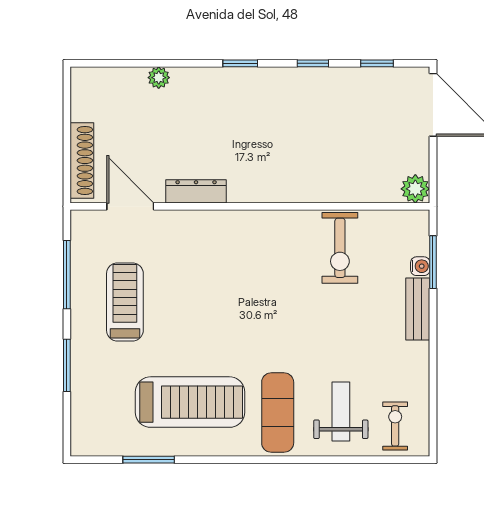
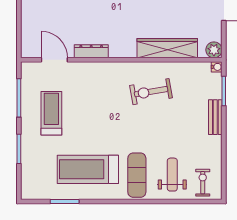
shoe rack: (82, 160) -> (27, 34), removed
wardrobe: (332, 186) -> (167, 48), added
exercise bike: (340, 248) -> (151, 92), moved, turned 80
water cooler: (420, 266) -> (217, 67), moved
treadmill: (190, 402) -> (88, 169), turned 180

